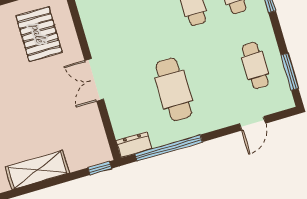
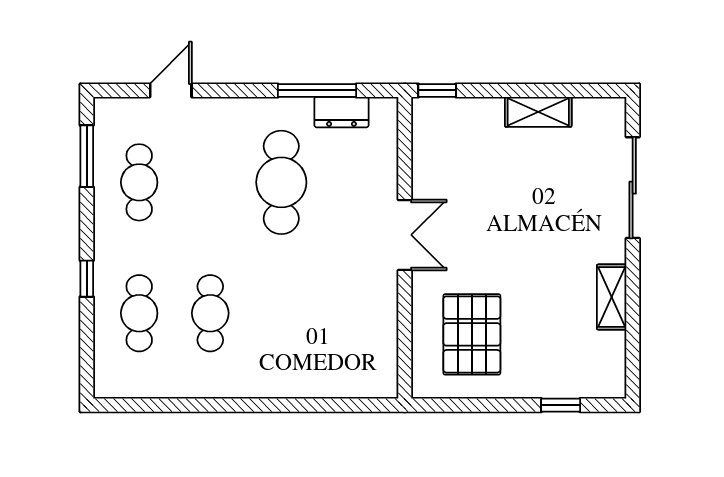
dresser: (134, 145) -> (341, 112), moved
window: (169, 148) -> (317, 90), width x0.68
shelving: (37, 170) -> (538, 112), width x0.67, depth x0.75

